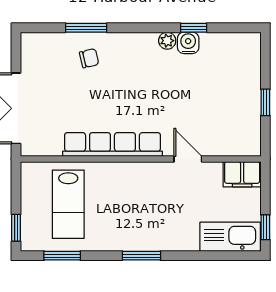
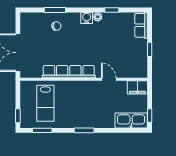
water cooler: (188, 43) -> (87, 18), moved
row of seats: (249, 57) -> (141, 25), added

